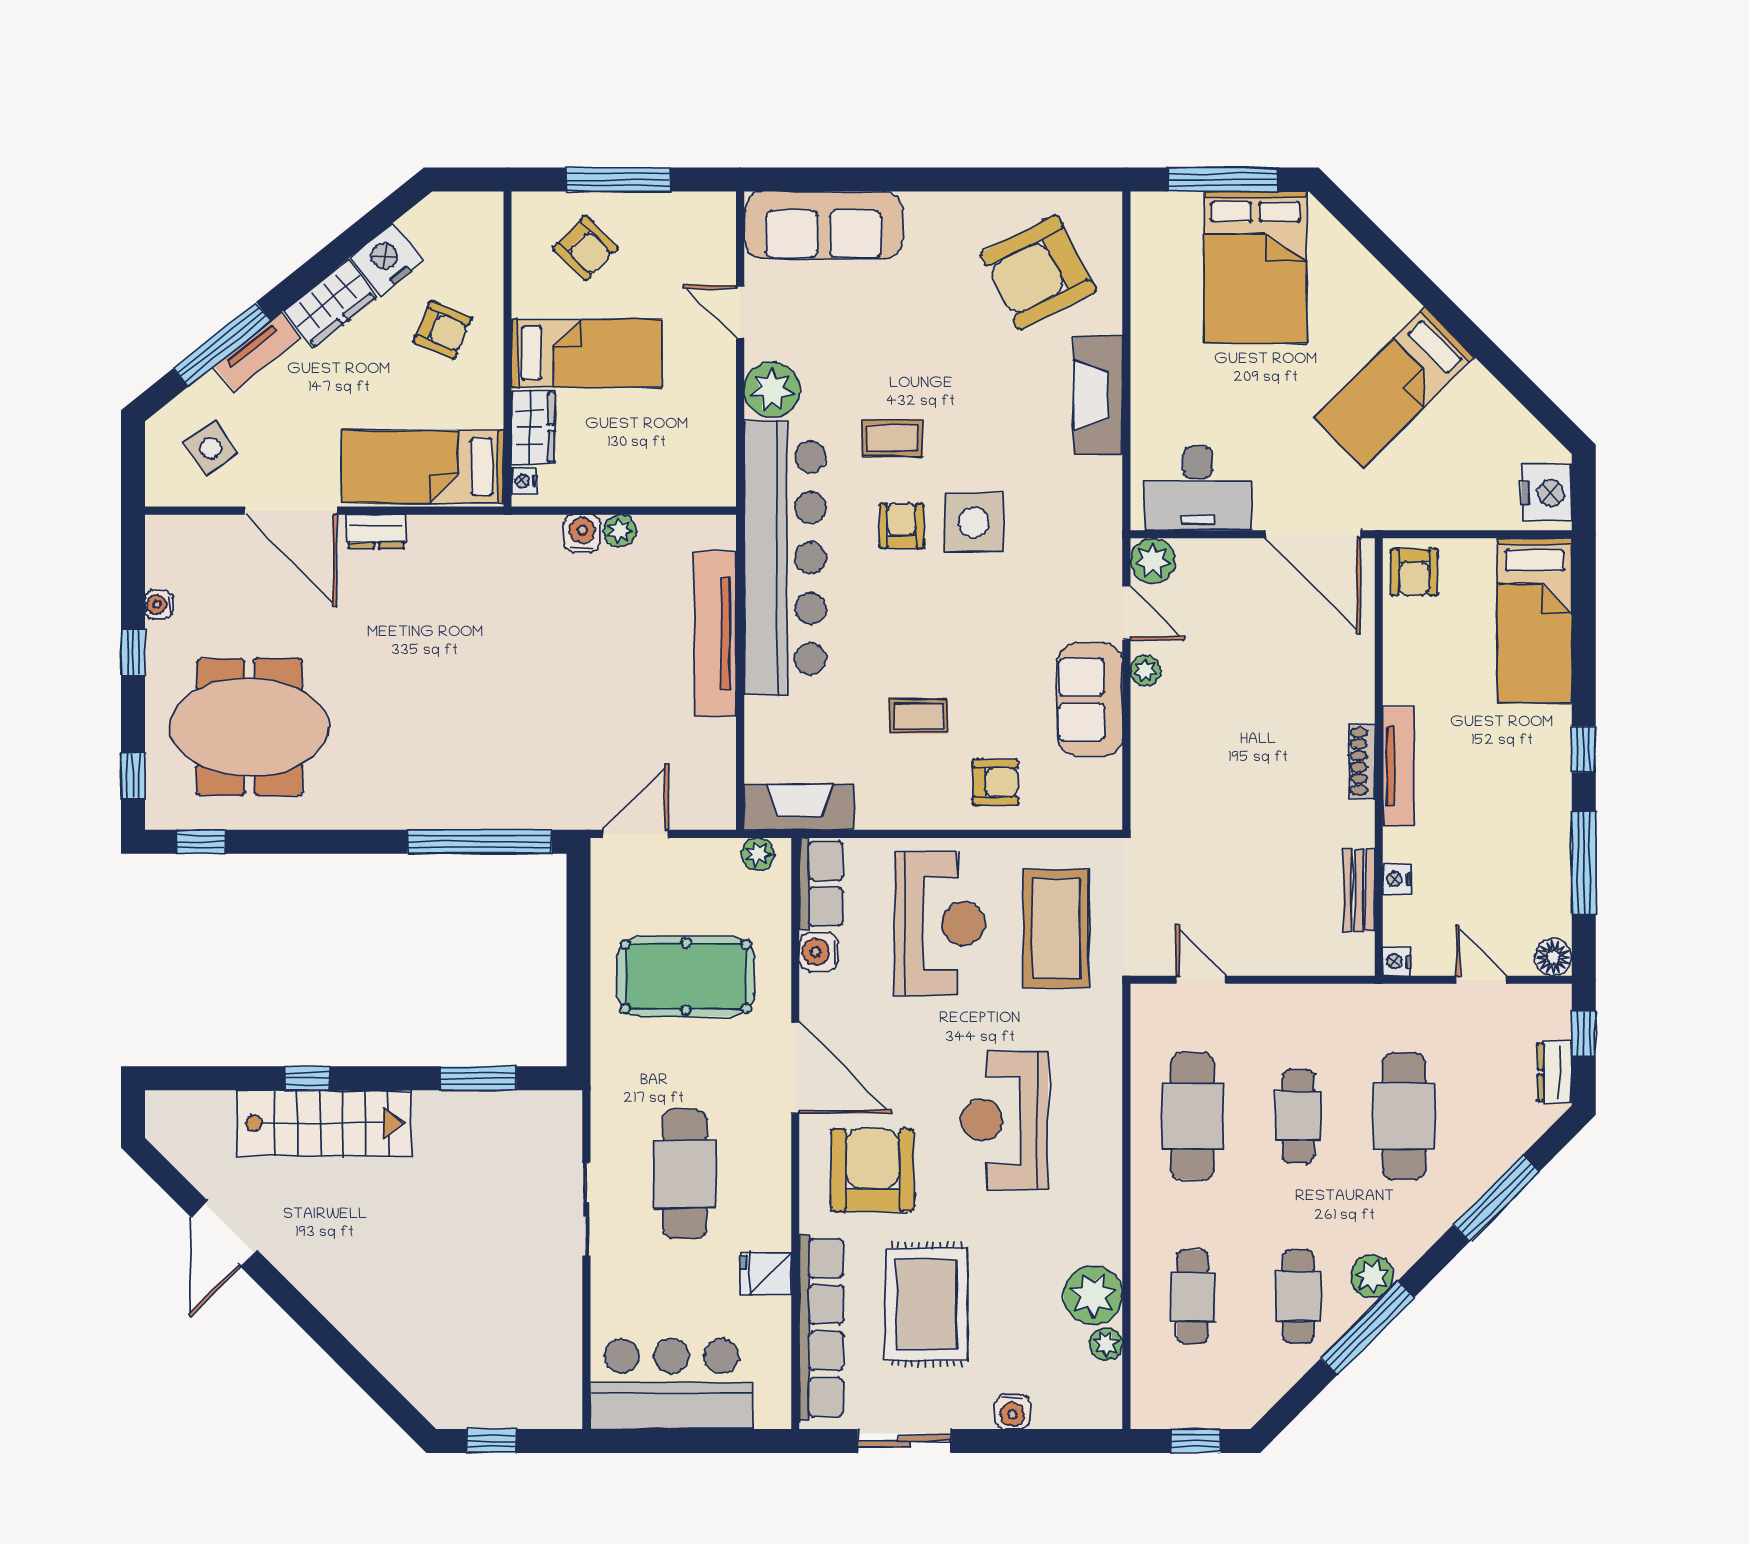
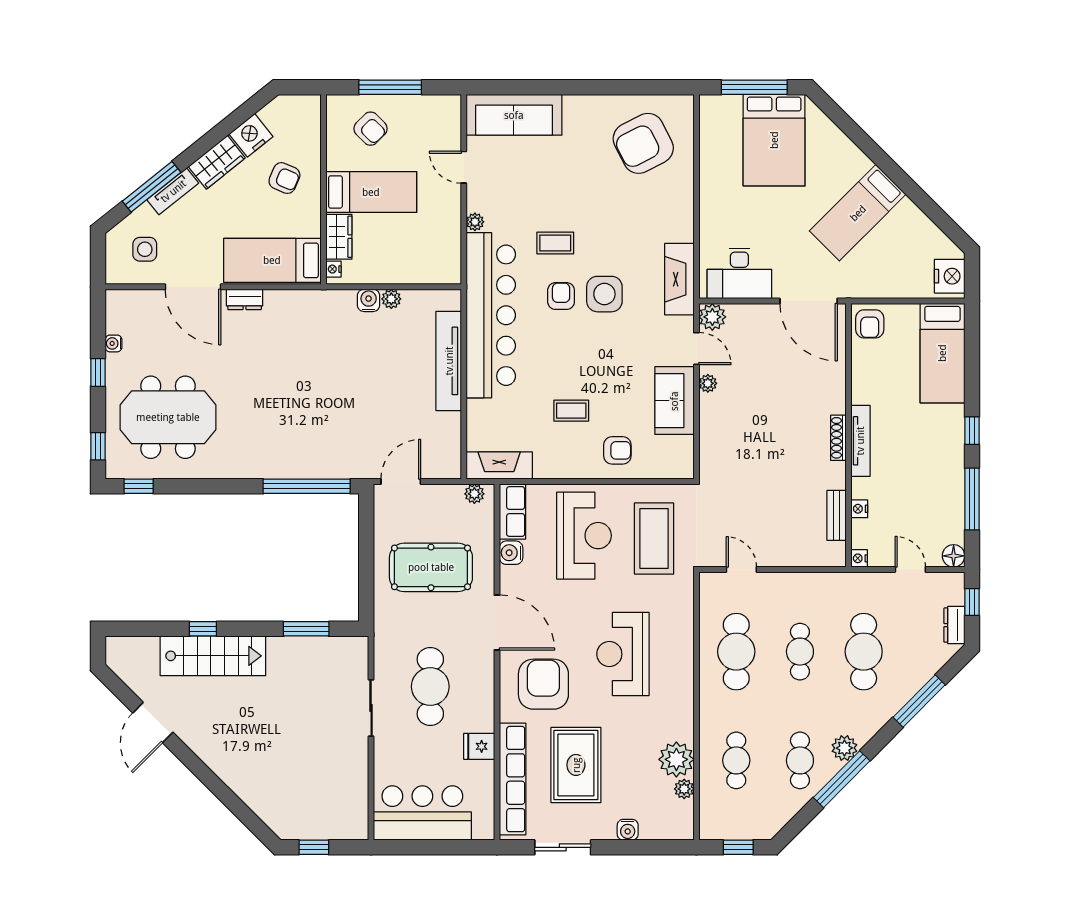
plant: (772, 390) -> (475, 222), width x0.53, depth x0.53
fireplace: (1098, 395) -> (679, 279), moved
side table: (211, 448) -> (145, 249), turned 35

